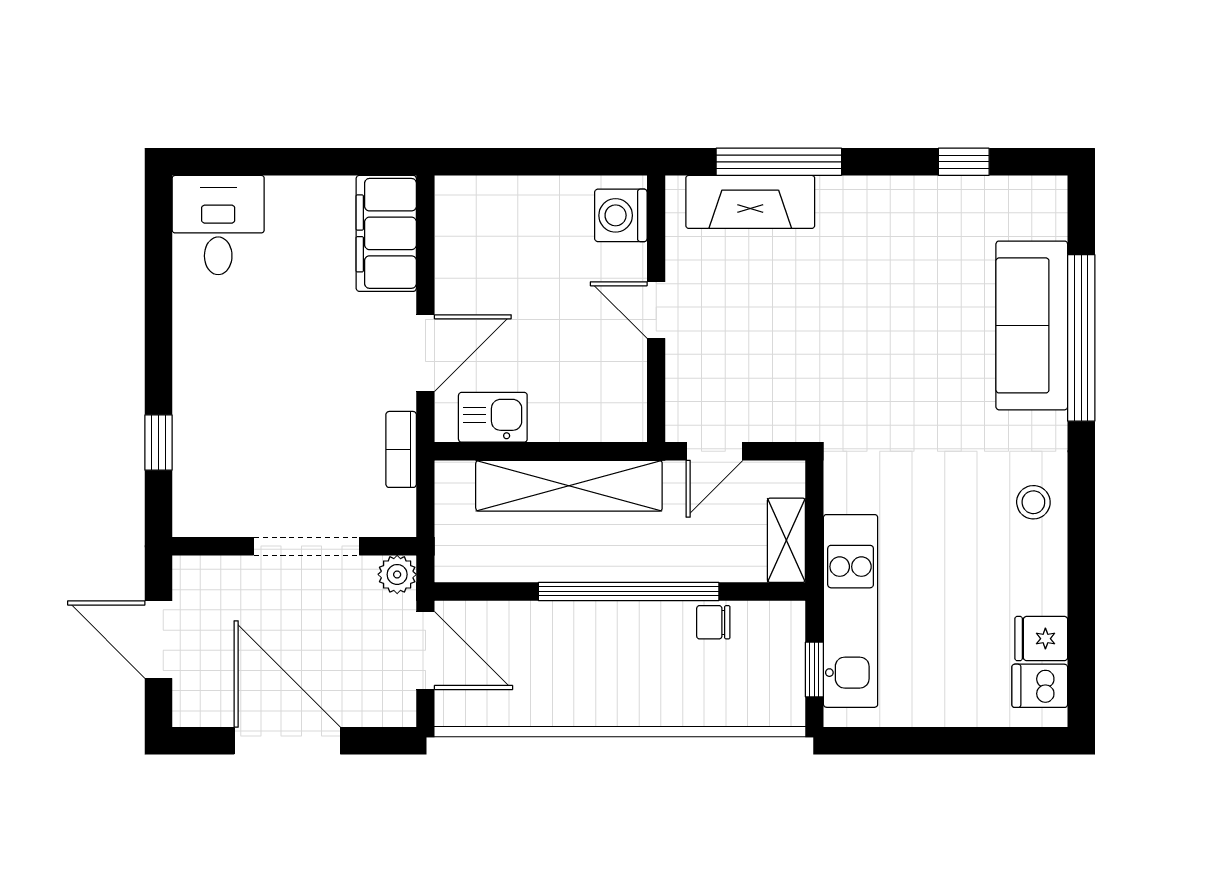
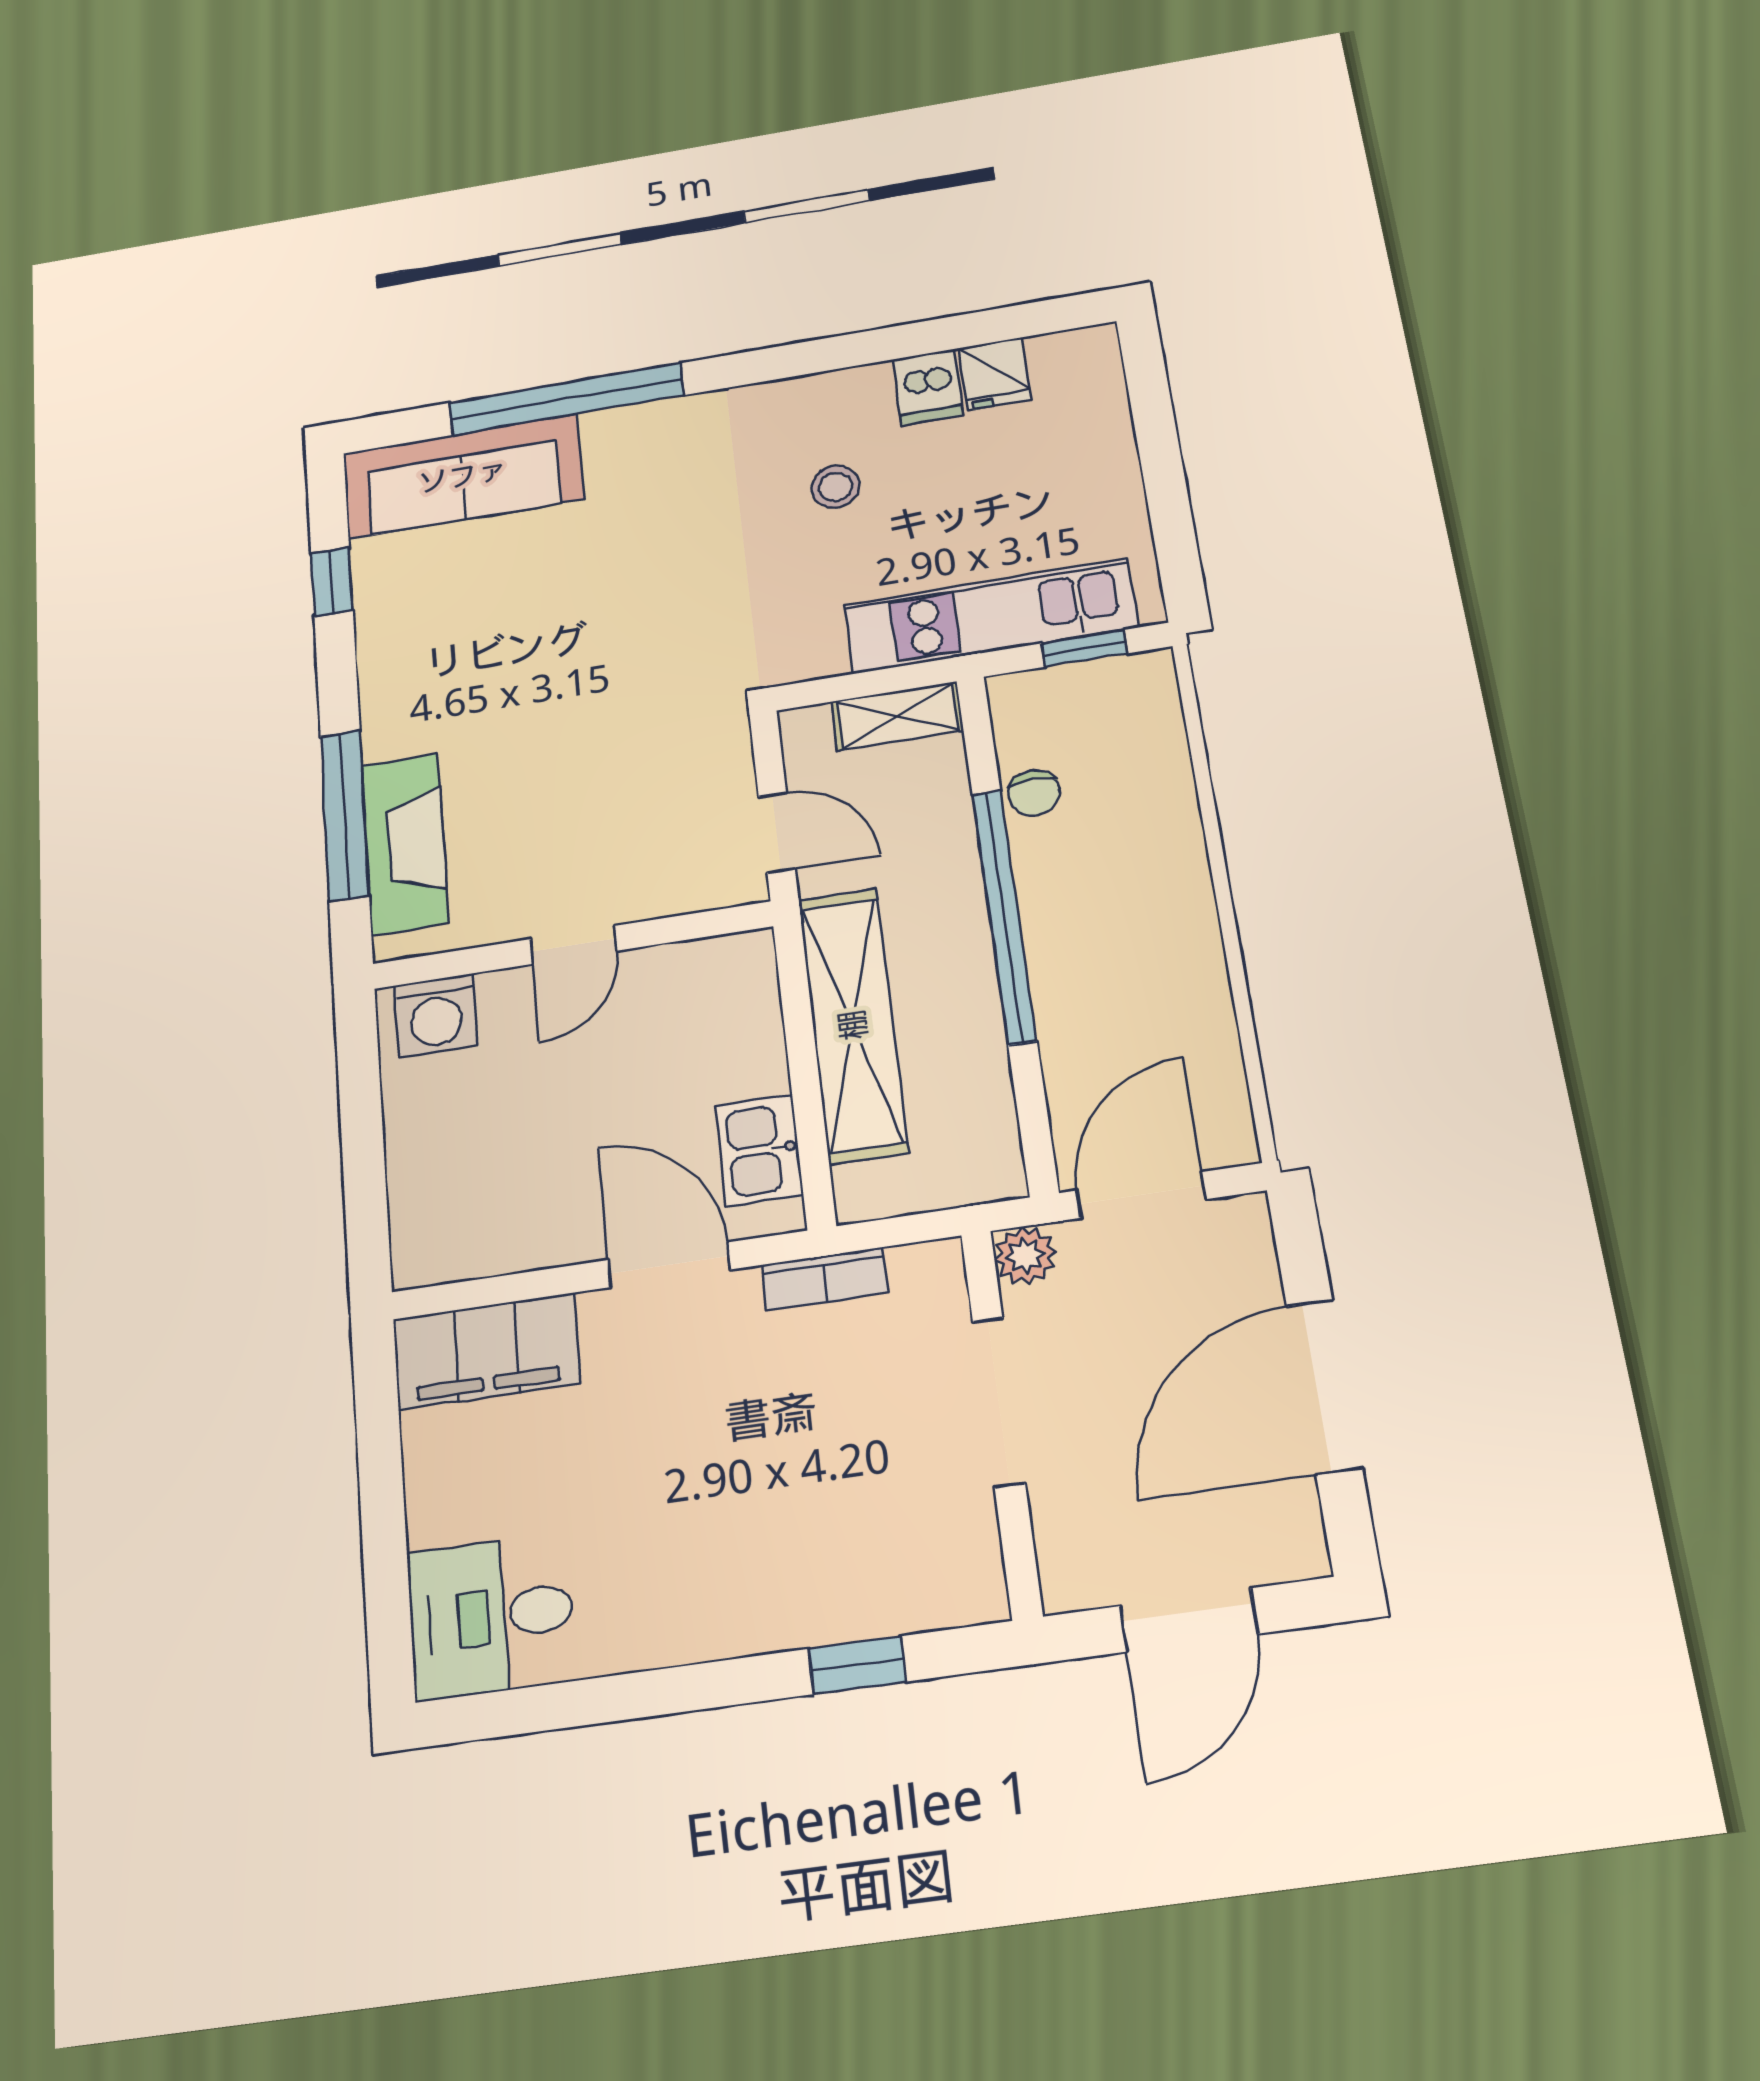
sofa: (1032, 325) -> (463, 476), moved
stool: (1033, 502) -> (836, 487), moved
dishwasher: (1040, 686) -> (928, 387), moved

